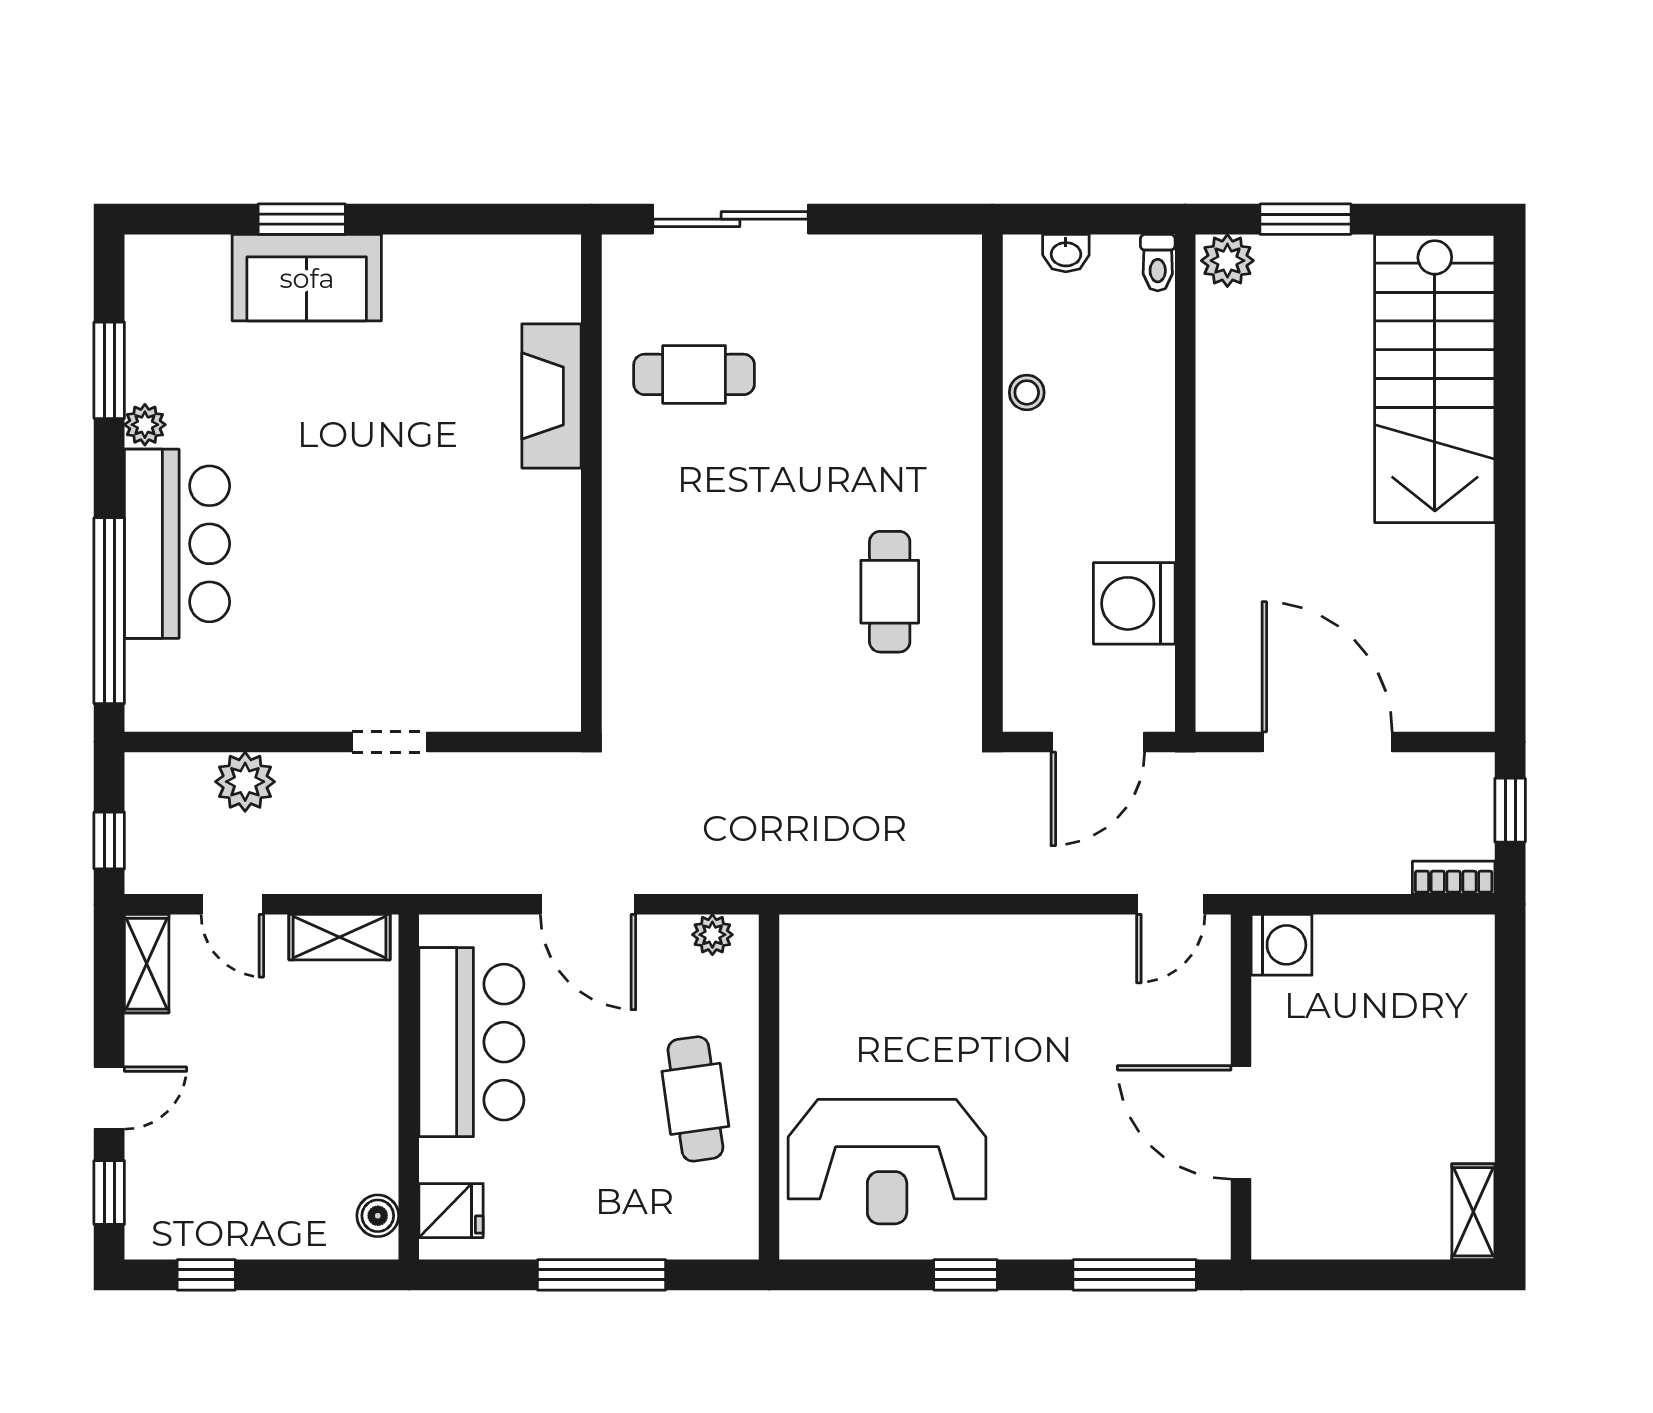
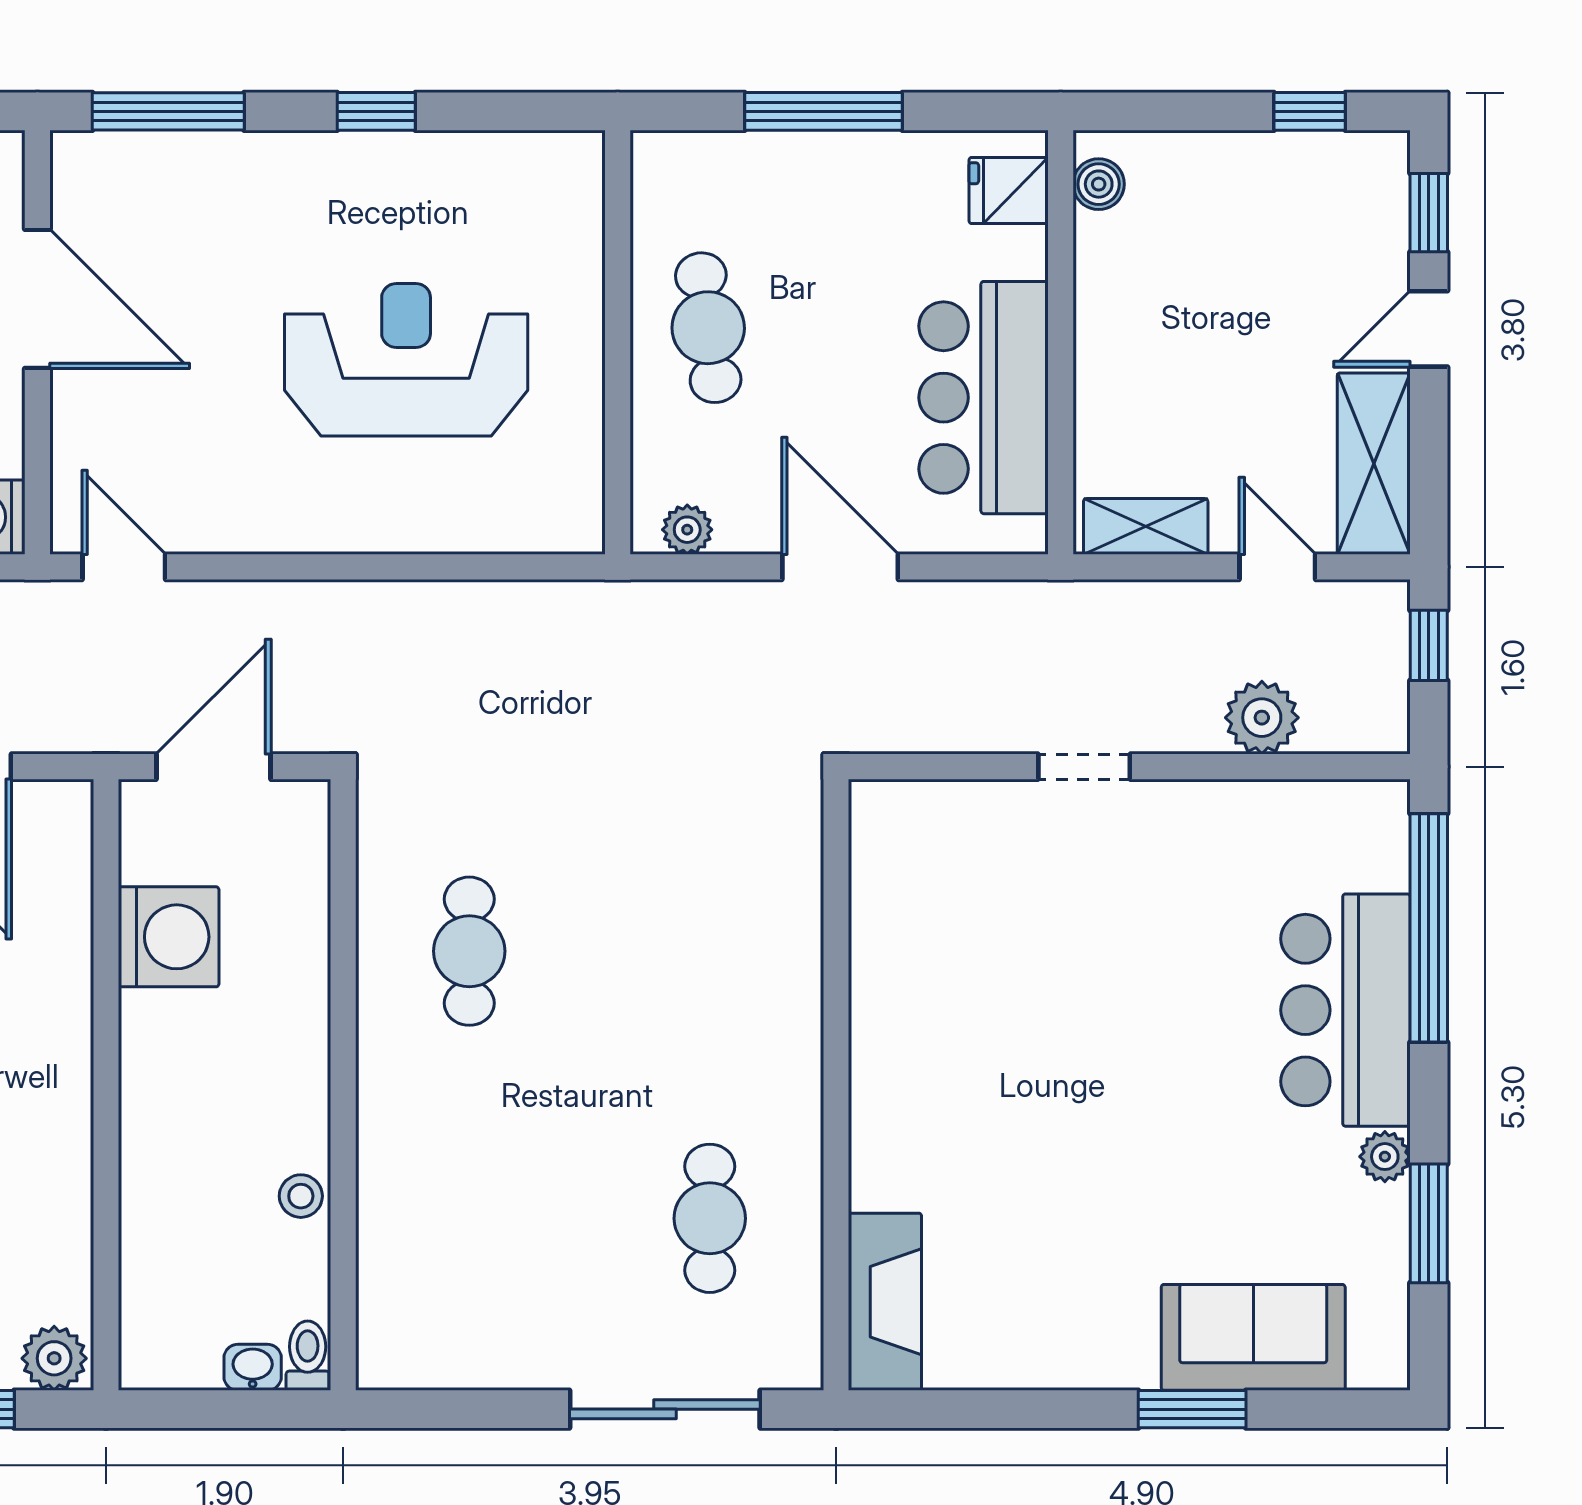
toilet: (1158, 263) -> (308, 1356), moved
sofa: (307, 278) -> (1253, 1337), moved
cafe table: (694, 374) -> (710, 1218), turned 90
fireplace: (552, 396) -> (885, 1302), moved
door: (1171, 904) -> (124, 567), hinge flipped
shelving: (147, 964) -> (1374, 464), width x1.50, depth x1.33
reception desk: (887, 1162) -> (406, 360), moved

